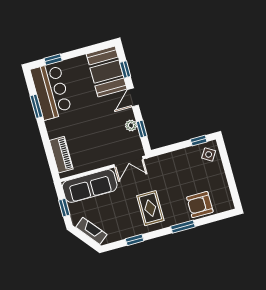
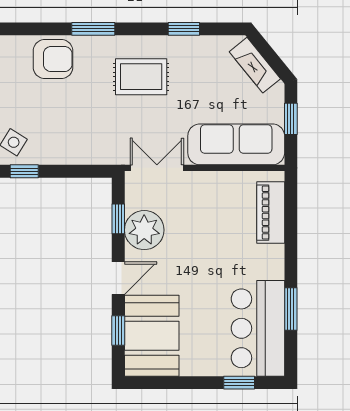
plant: (131, 125) -> (144, 230), width x1.88, depth x1.88
rug: (150, 208) -> (141, 77), turned 90

